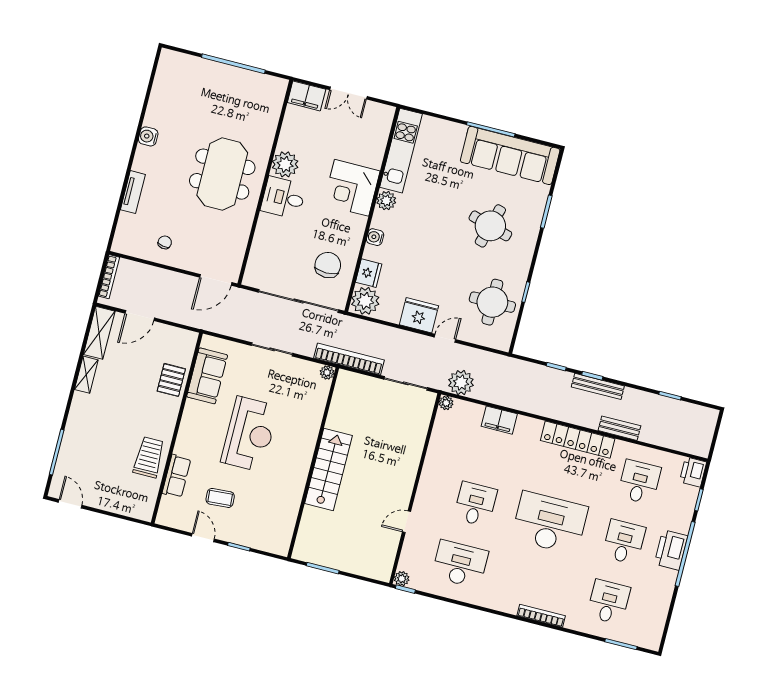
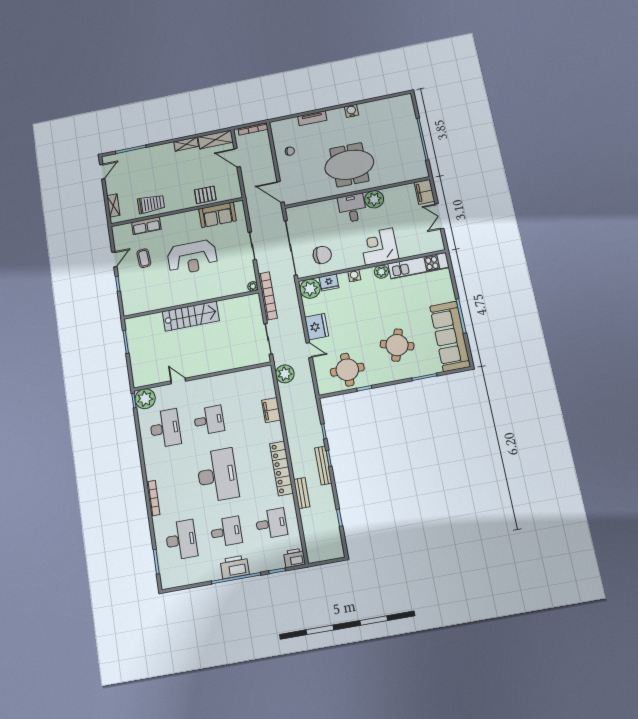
plant: (446, 403) -> (267, 370), removed
shelving: (126, 508) -> (113, 205), added
plant: (402, 579) -> (145, 399), width x1.87, depth x1.87
desk: (609, 602) -> (181, 540), width x1.37

